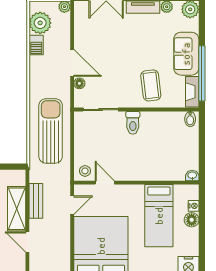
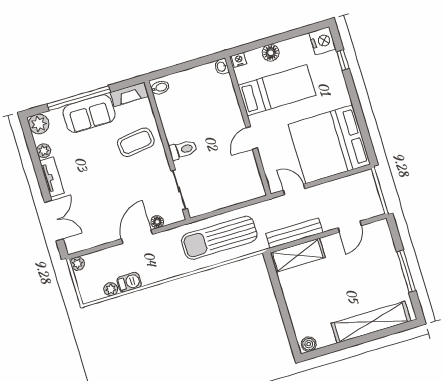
plant: (40, 23) -> (111, 289), width x0.53, depth x0.53
window: (202, 73) -> (79, 98), moved
stool: (85, 171) -> (252, 187), removed
door: (105, 183) -> (252, 138), moved
bench: (36, 201) -> (294, 233), width x1.36
nightstand: (194, 206) -> (239, 60), moved
shelving: (17, 209) -> (298, 255), moved

